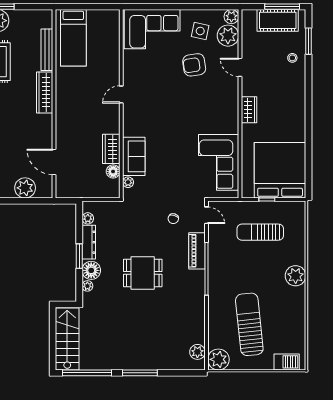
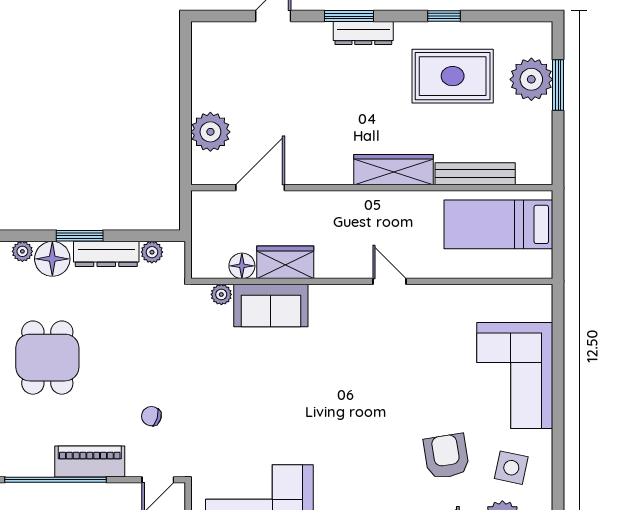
door: (121, 95) -> (389, 281), moved
wall: (121, 104) -> (372, 281), moved
wardrobe: (111, 149) -> (285, 262), moved
sofa: (134, 156) -> (271, 306), moved
floor lamp: (113, 171) -> (242, 266), moved
plant: (128, 182) -> (221, 294), moved

